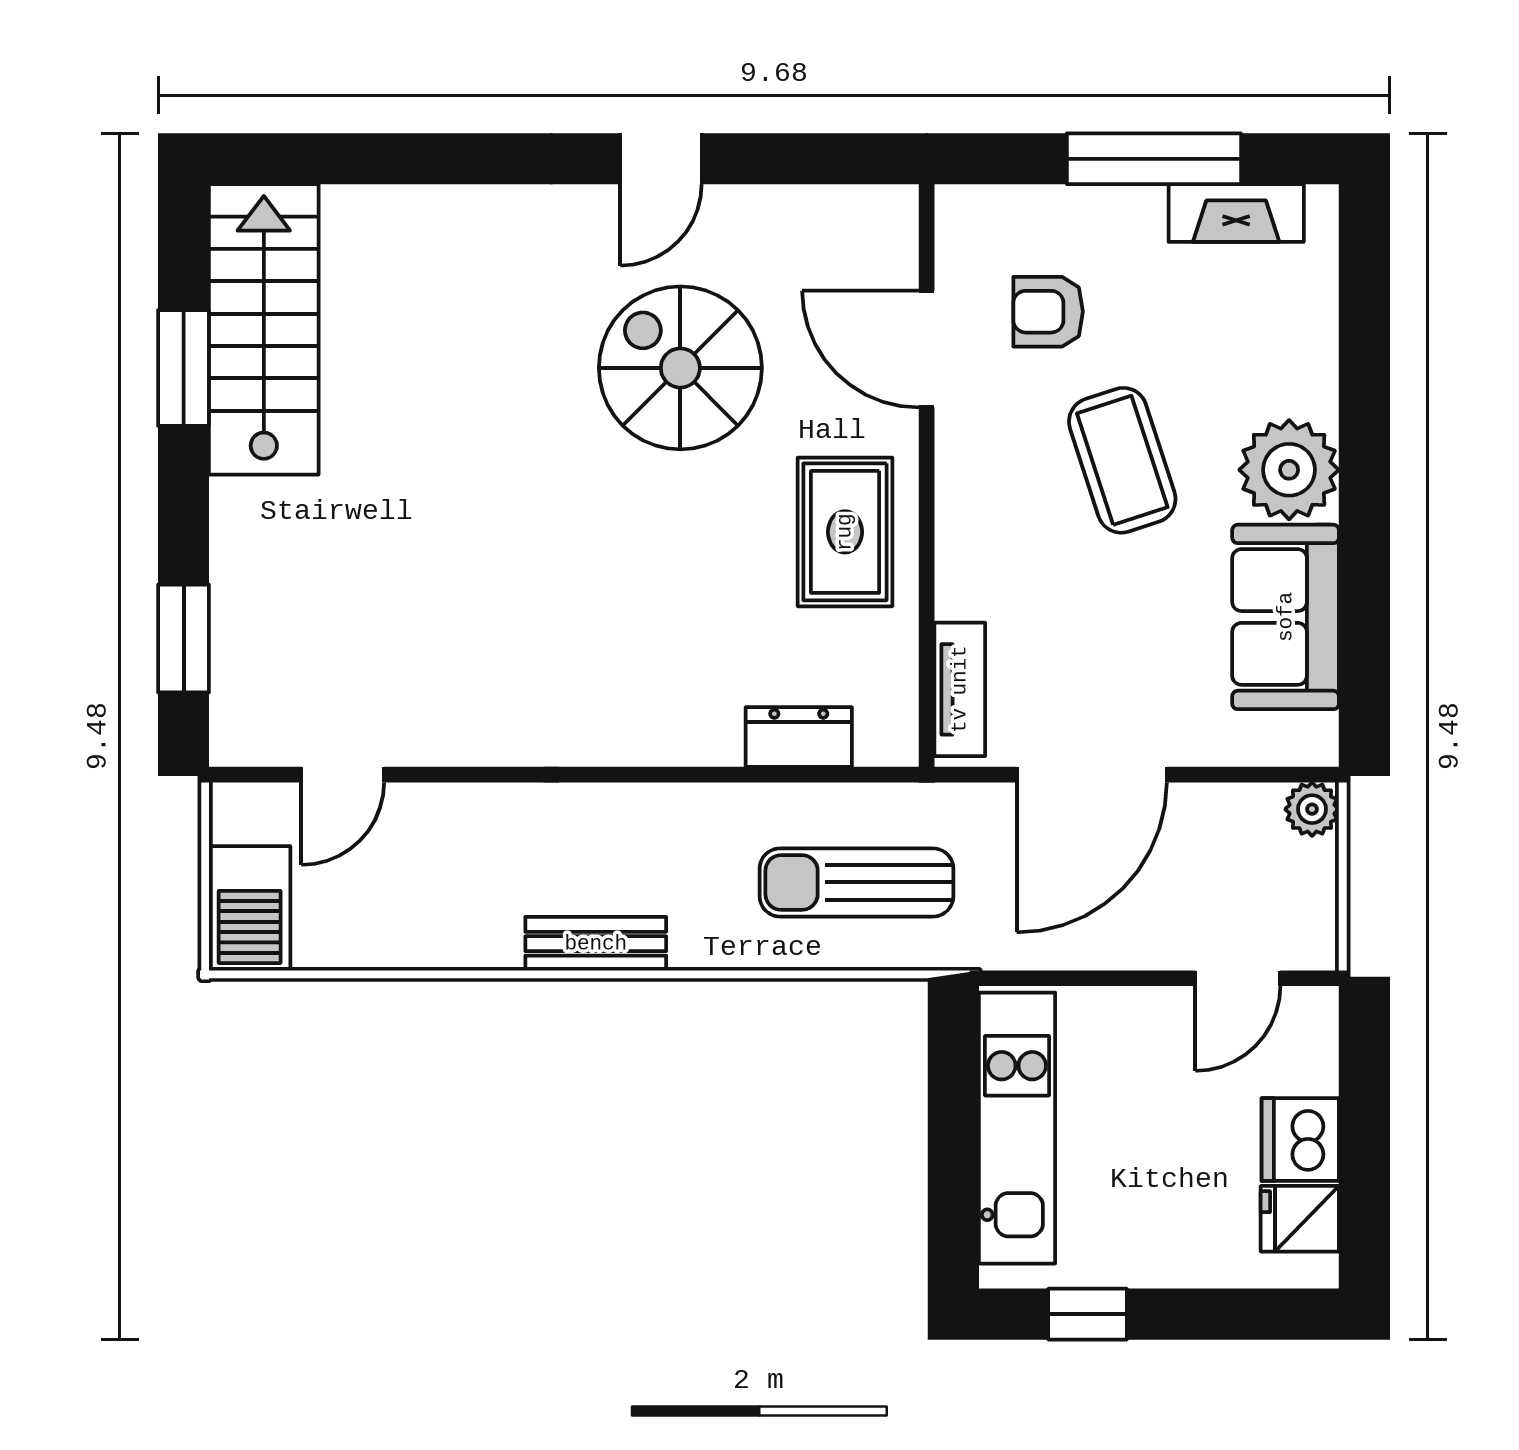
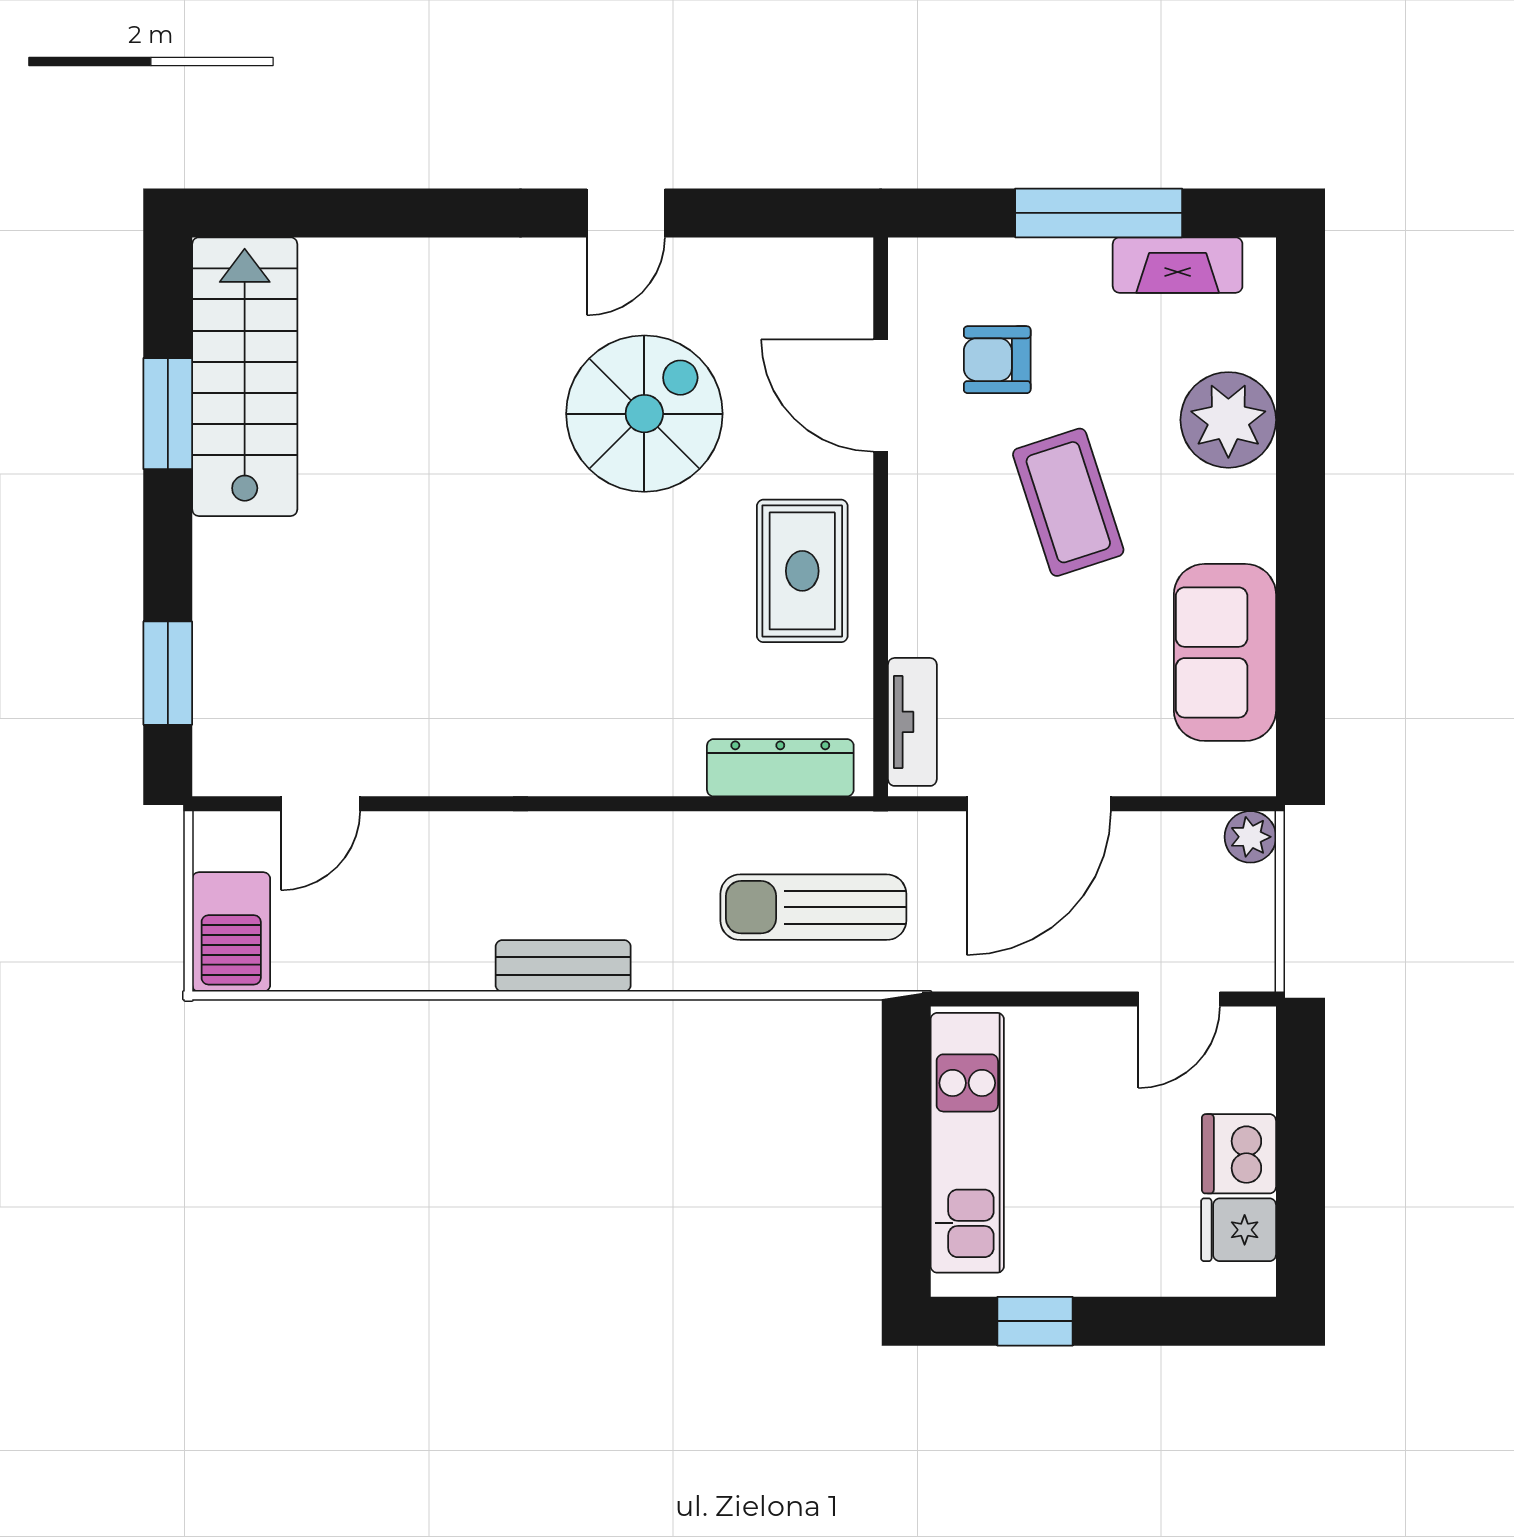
spiral stairs: (680, 368) -> (644, 414), turned 90
plant: (1289, 470) -> (1228, 420), moved
dresser: (799, 737) -> (780, 768), width x1.44

